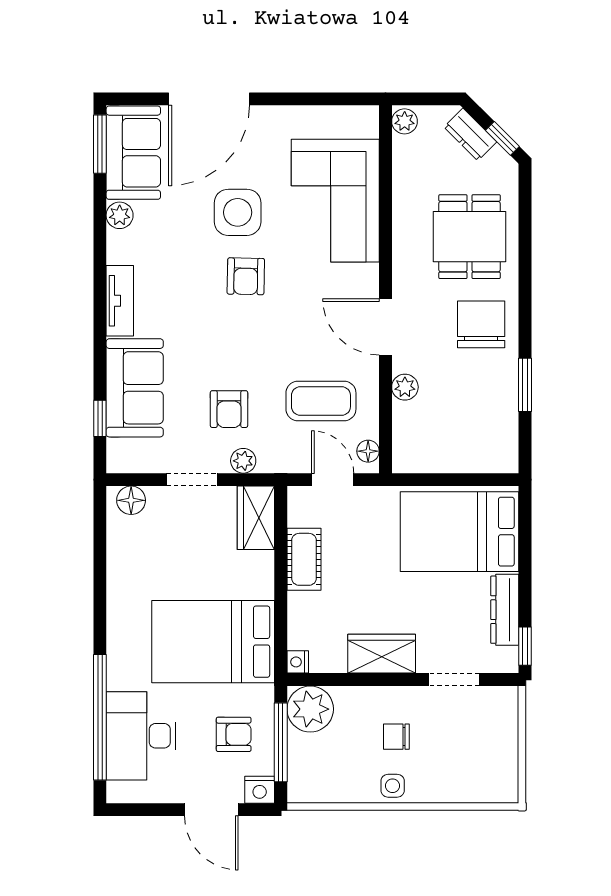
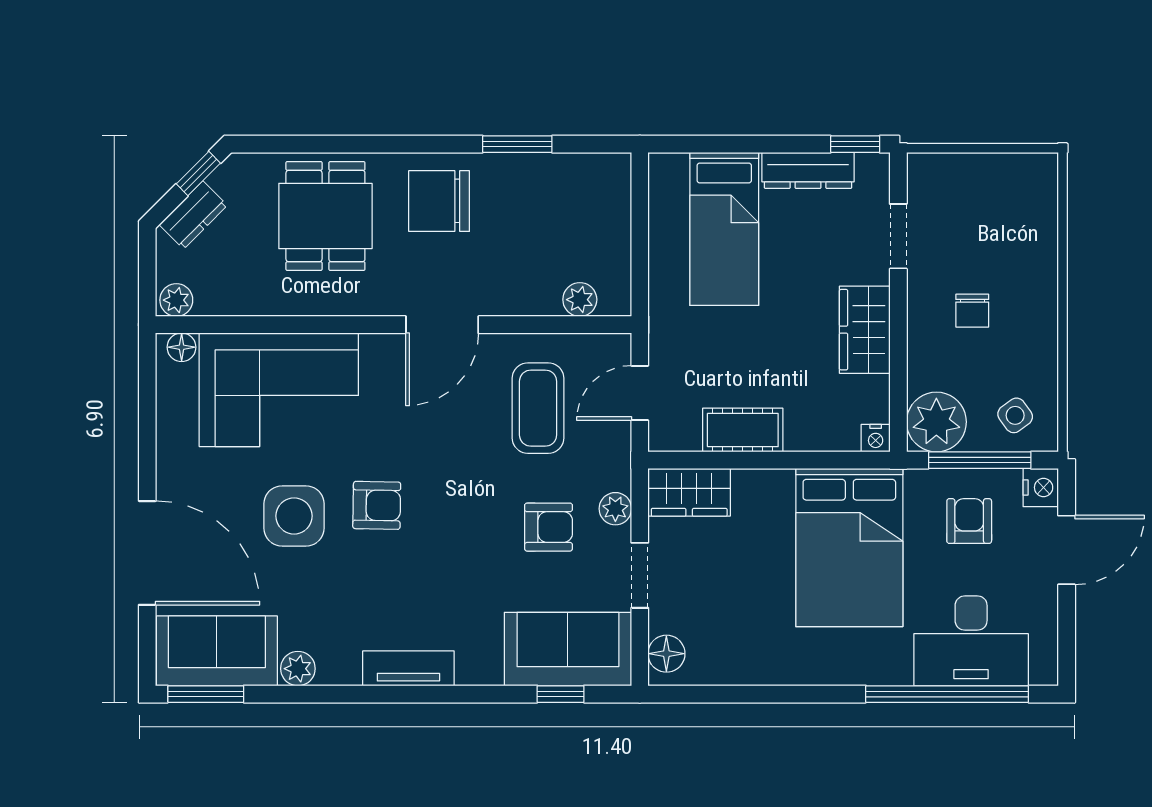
dining table: (470, 237) -> (325, 216), turned 90
plant: (405, 387) -> (580, 300), moved
sofa: (135, 388) -> (568, 649), moved
floor lamp: (368, 451) -> (182, 347), moved
bed: (460, 532) -> (724, 229), width x0.67
side table: (393, 786) -> (1015, 415), moved, turned -36

